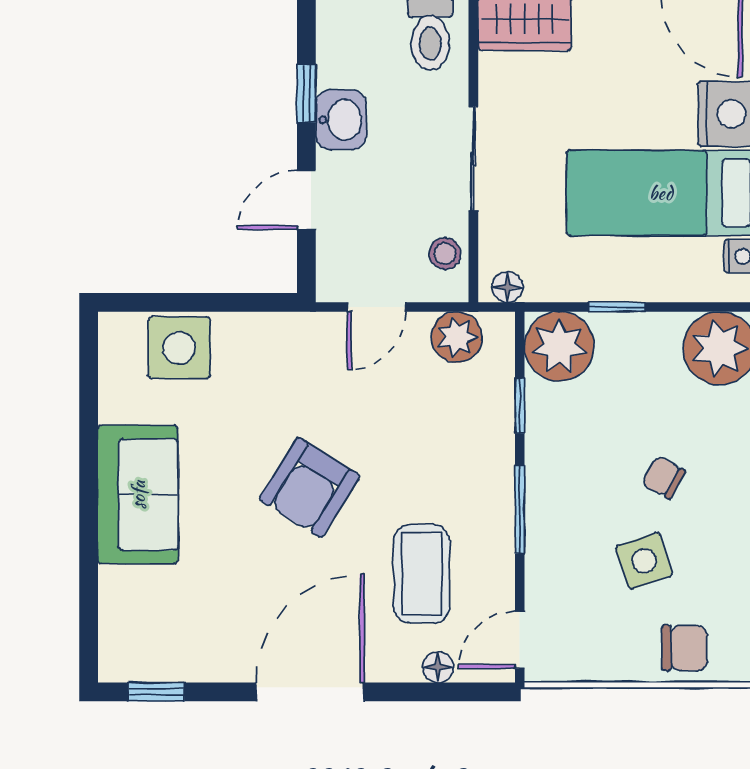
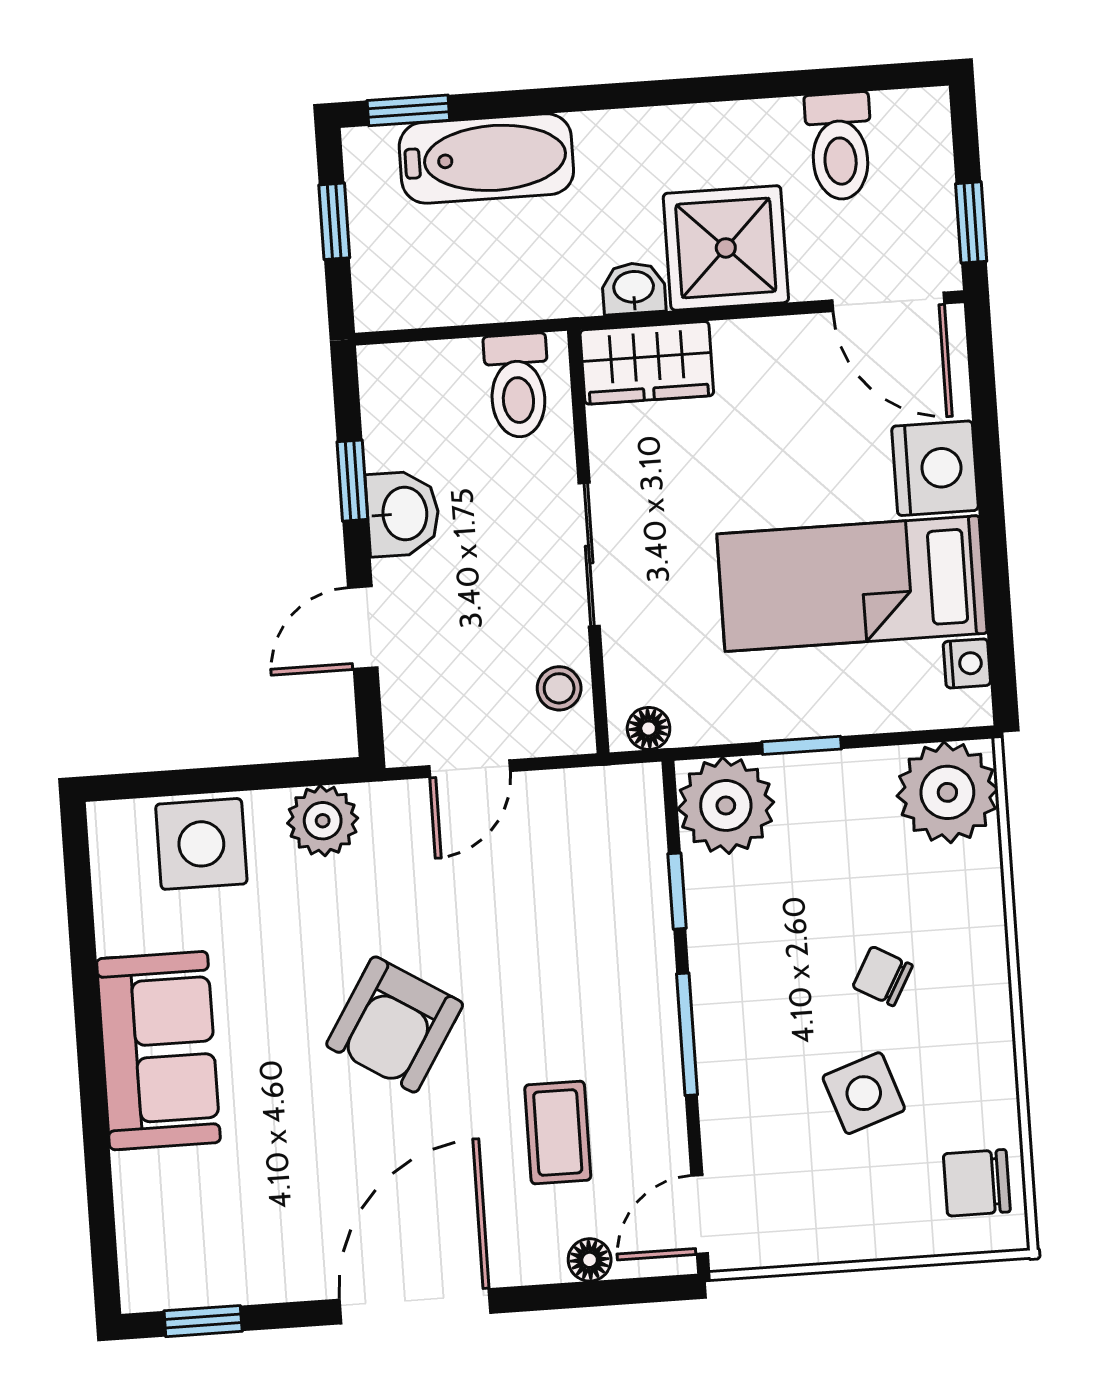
plant: (457, 337) -> (323, 821), moved
coffee table: (422, 574) -> (558, 1132), width x0.73, depth x0.77
chair: (684, 648) -> (977, 1183), moved, turned 180

